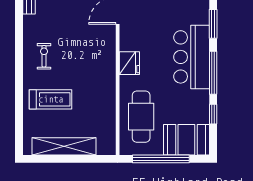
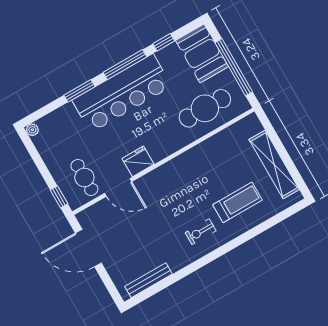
bar counter: (192, 57) -> (122, 93), width x1.36
fridge: (129, 63) -> (138, 161), moved
treadmill: (51, 99) -> (237, 202), turned 90

